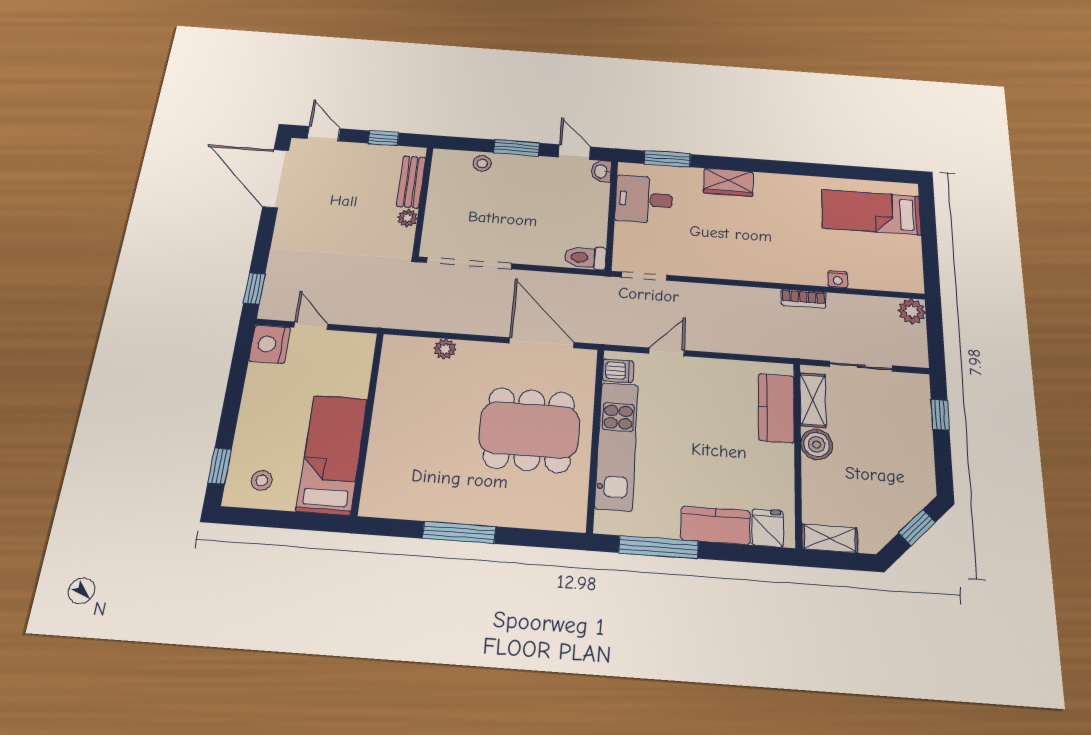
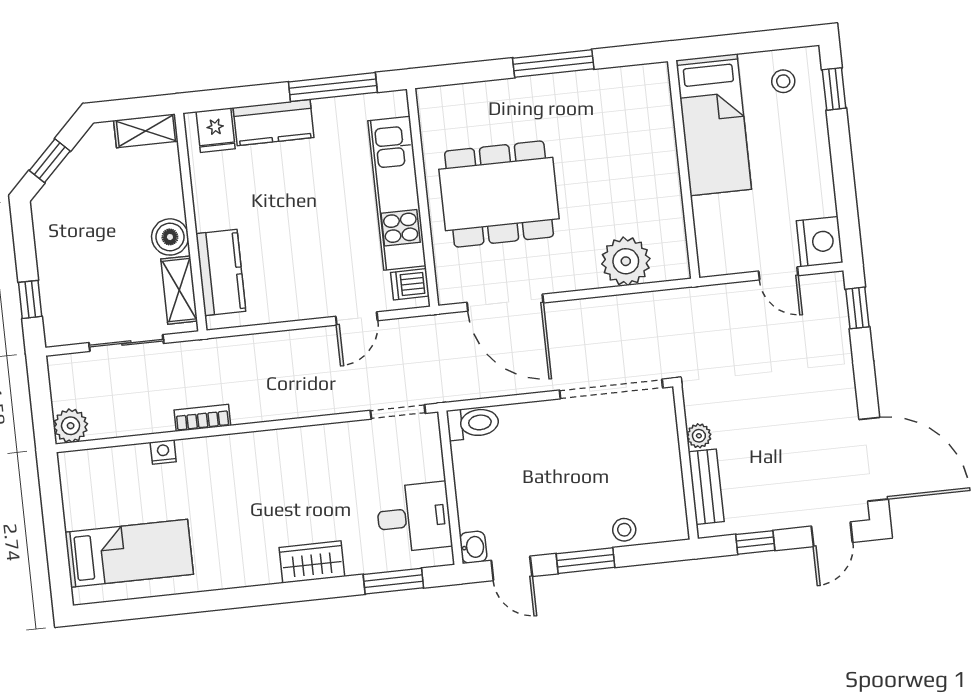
door: (324, 134) -> (832, 534), hinge flipped
plant: (445, 349) -> (626, 261), width x1.88, depth x1.88

